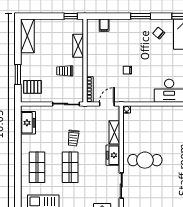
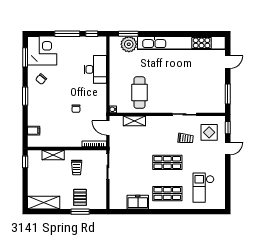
pallet: (32, 87) -> (80, 197), moved
freezer: (28, 123) -> (138, 202), moved
trolley: (73, 138) -> (186, 138), moved
freezer: (113, 155) -> (156, 122), removed
cafe table: (145, 160) -> (140, 92), moved

